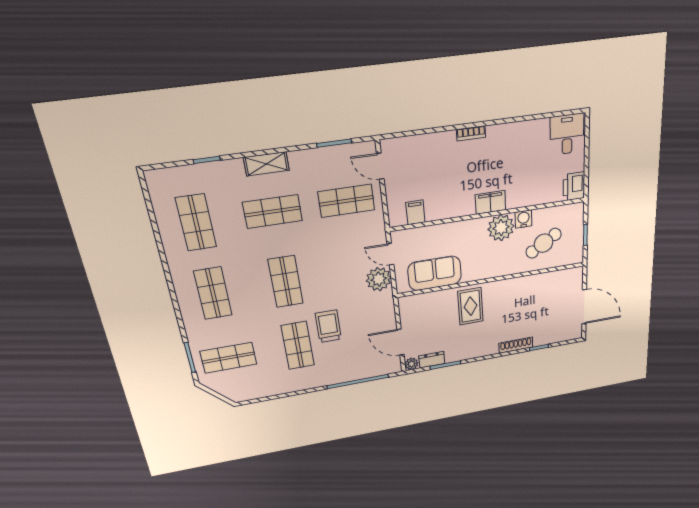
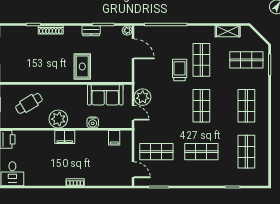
shelving: (266, 164) -> (228, 31), moved
water cooler: (524, 219) -> (93, 123), moved
trolley: (328, 326) -> (180, 70), turned 180
dresser: (432, 360) -> (91, 31), moved

